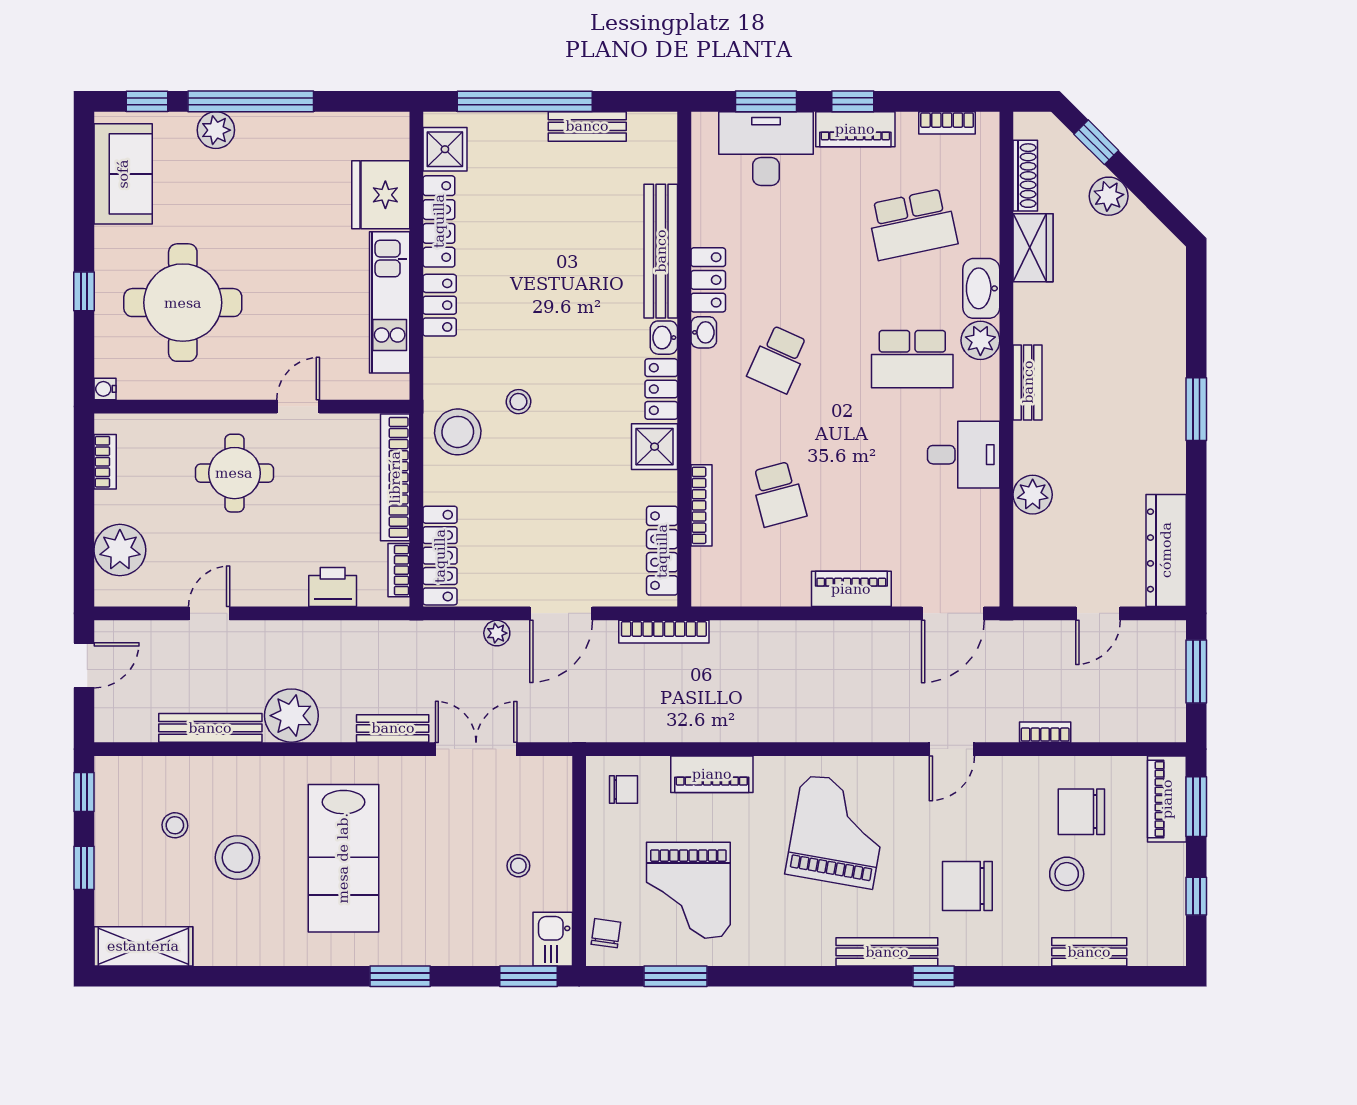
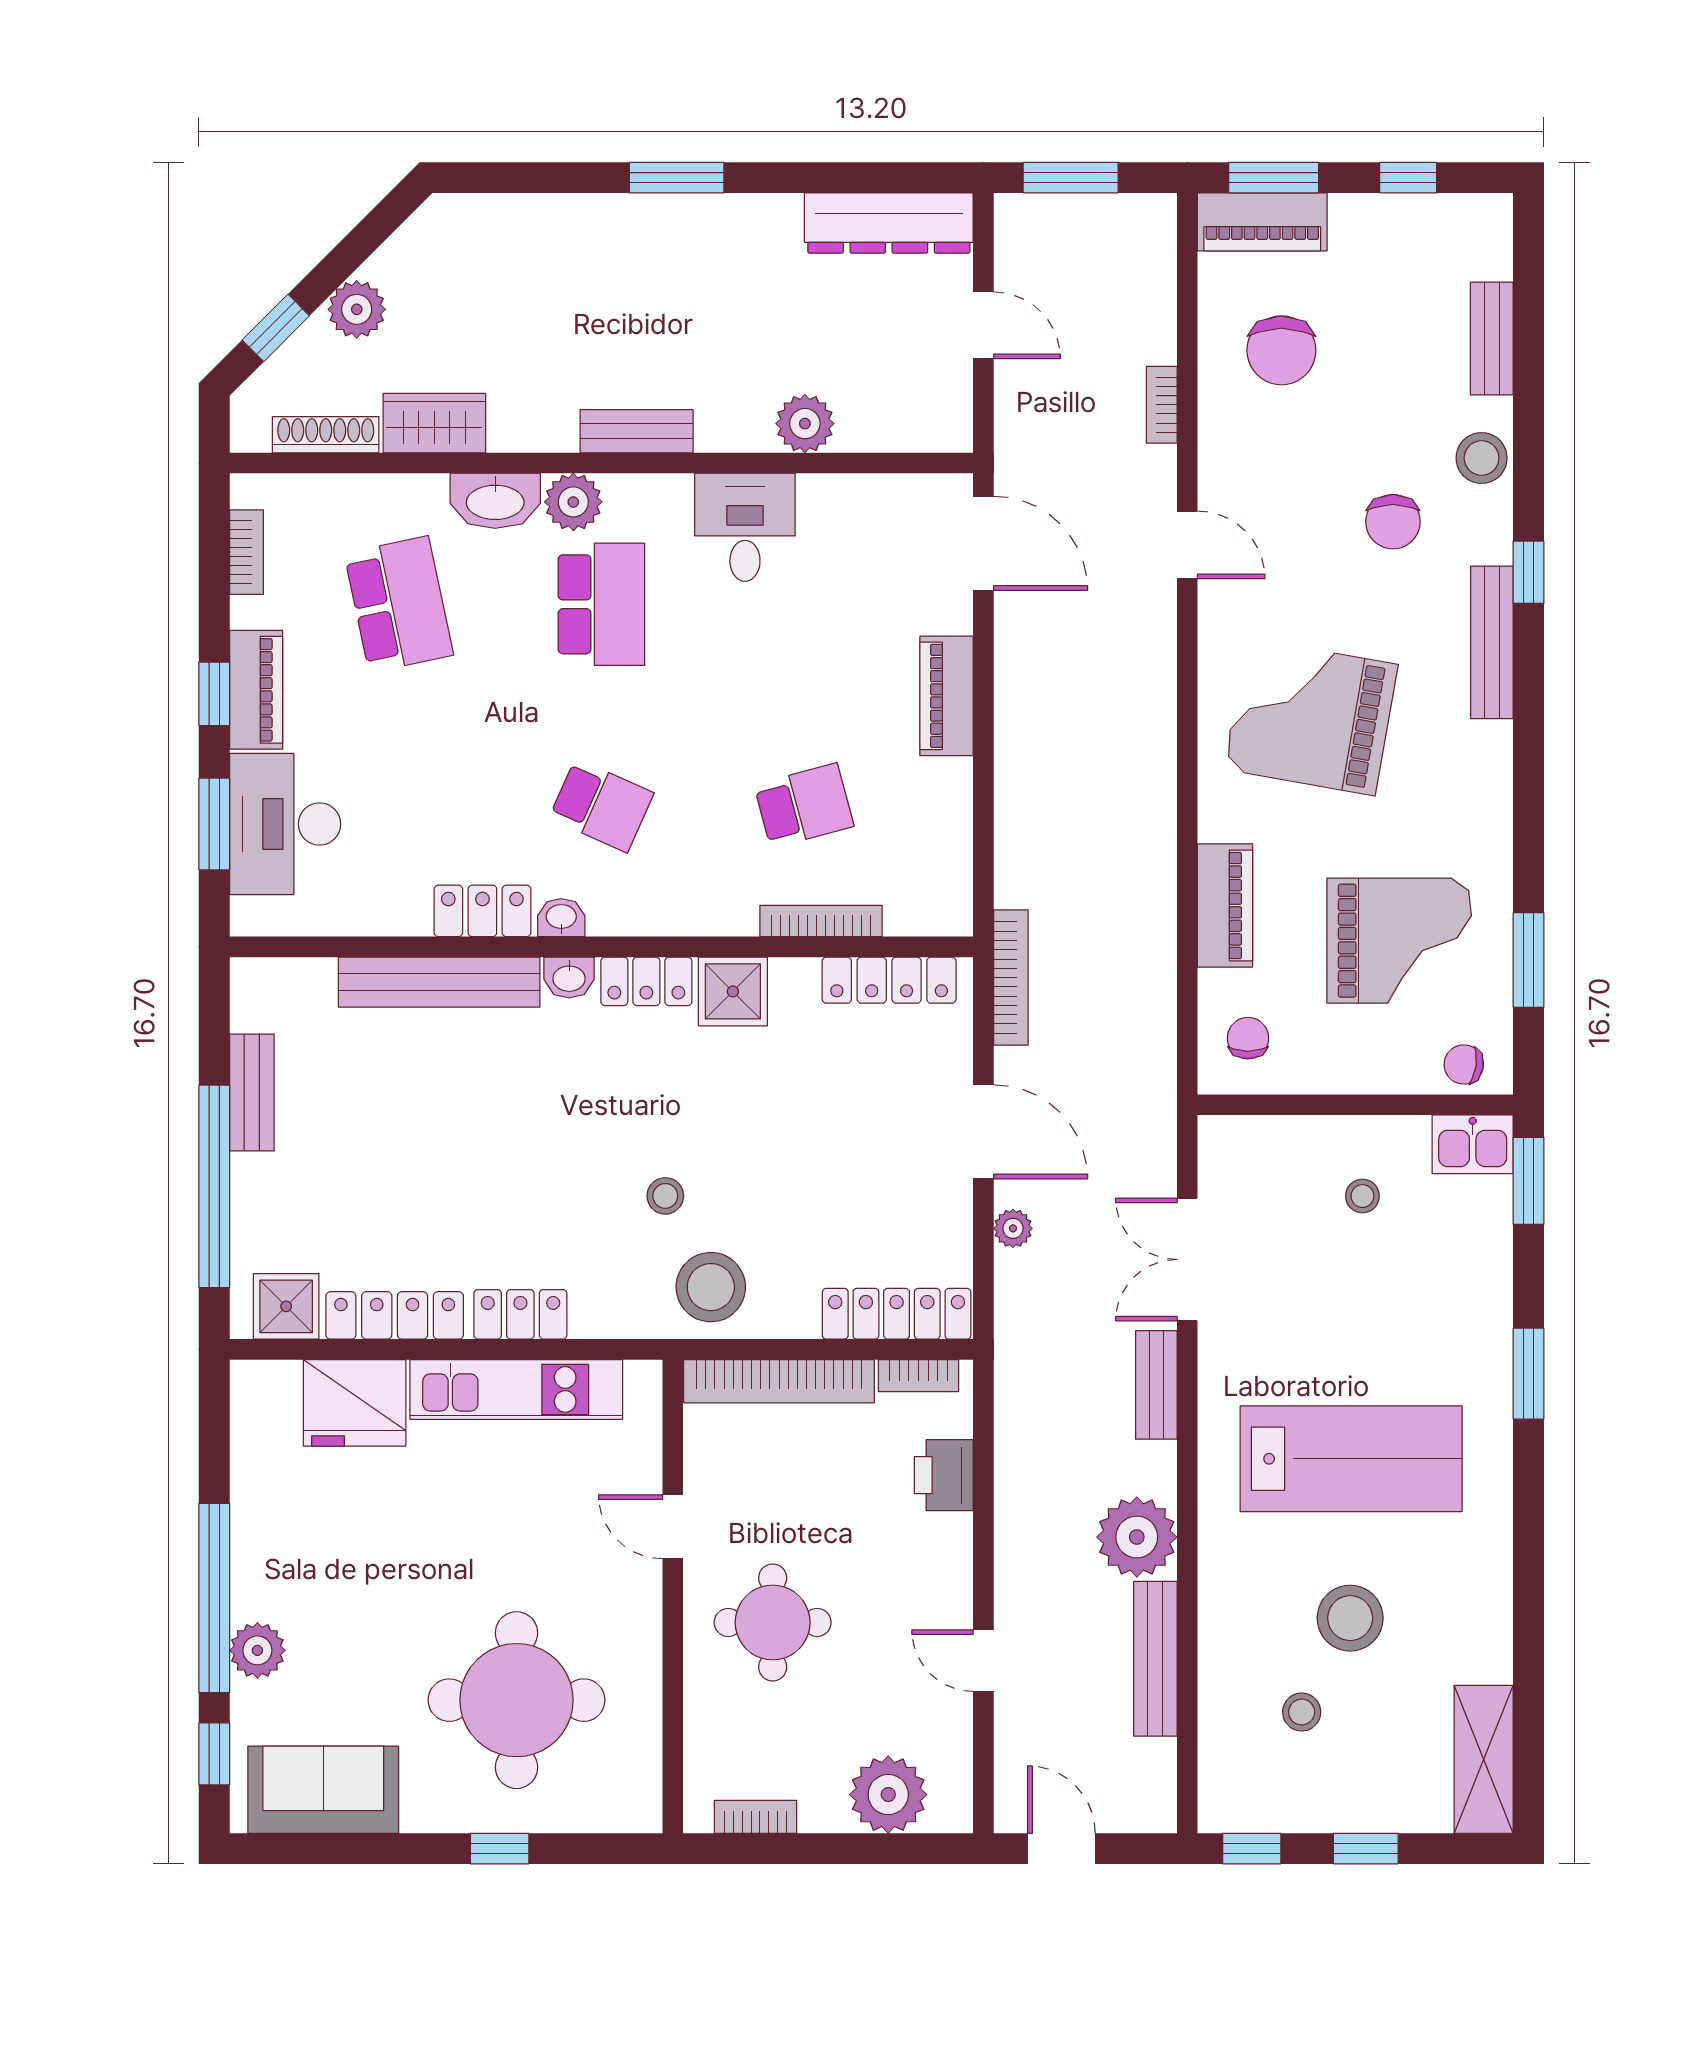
water cooler: (105, 389) -> (646, 1817), removed
stool: (1067, 874) -> (1482, 458), moved
chair: (967, 886) -> (1393, 522), width x0.73, depth x0.73

